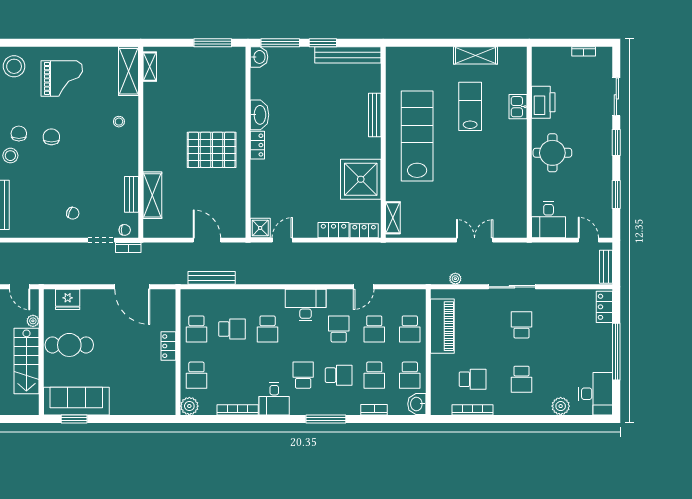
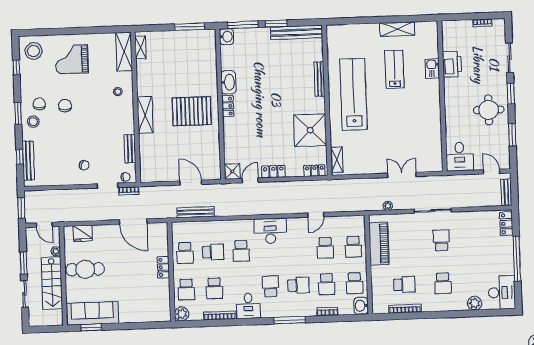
grand piano: (62, 78) -> (72, 59), turned 180
round table: (552, 153) -> (489, 110), moved
shelving: (152, 195) -> (145, 115), moved
locker: (334, 230) -> (273, 172), moved
school desk: (339, 329) -> (214, 288), moved, turned 180

